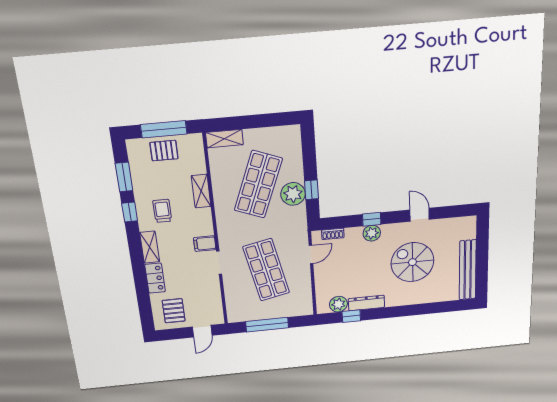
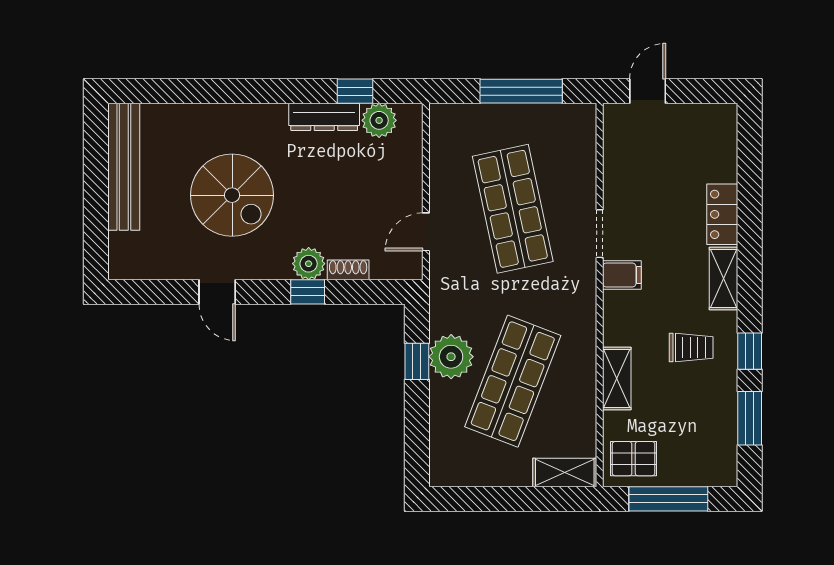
pallet: (164, 151) -> (634, 459), moved
trolley: (162, 211) -> (691, 348), turned -90
shoe rack: (333, 234) -> (348, 270), moved
pallet: (174, 311) -> (697, 142), removed

